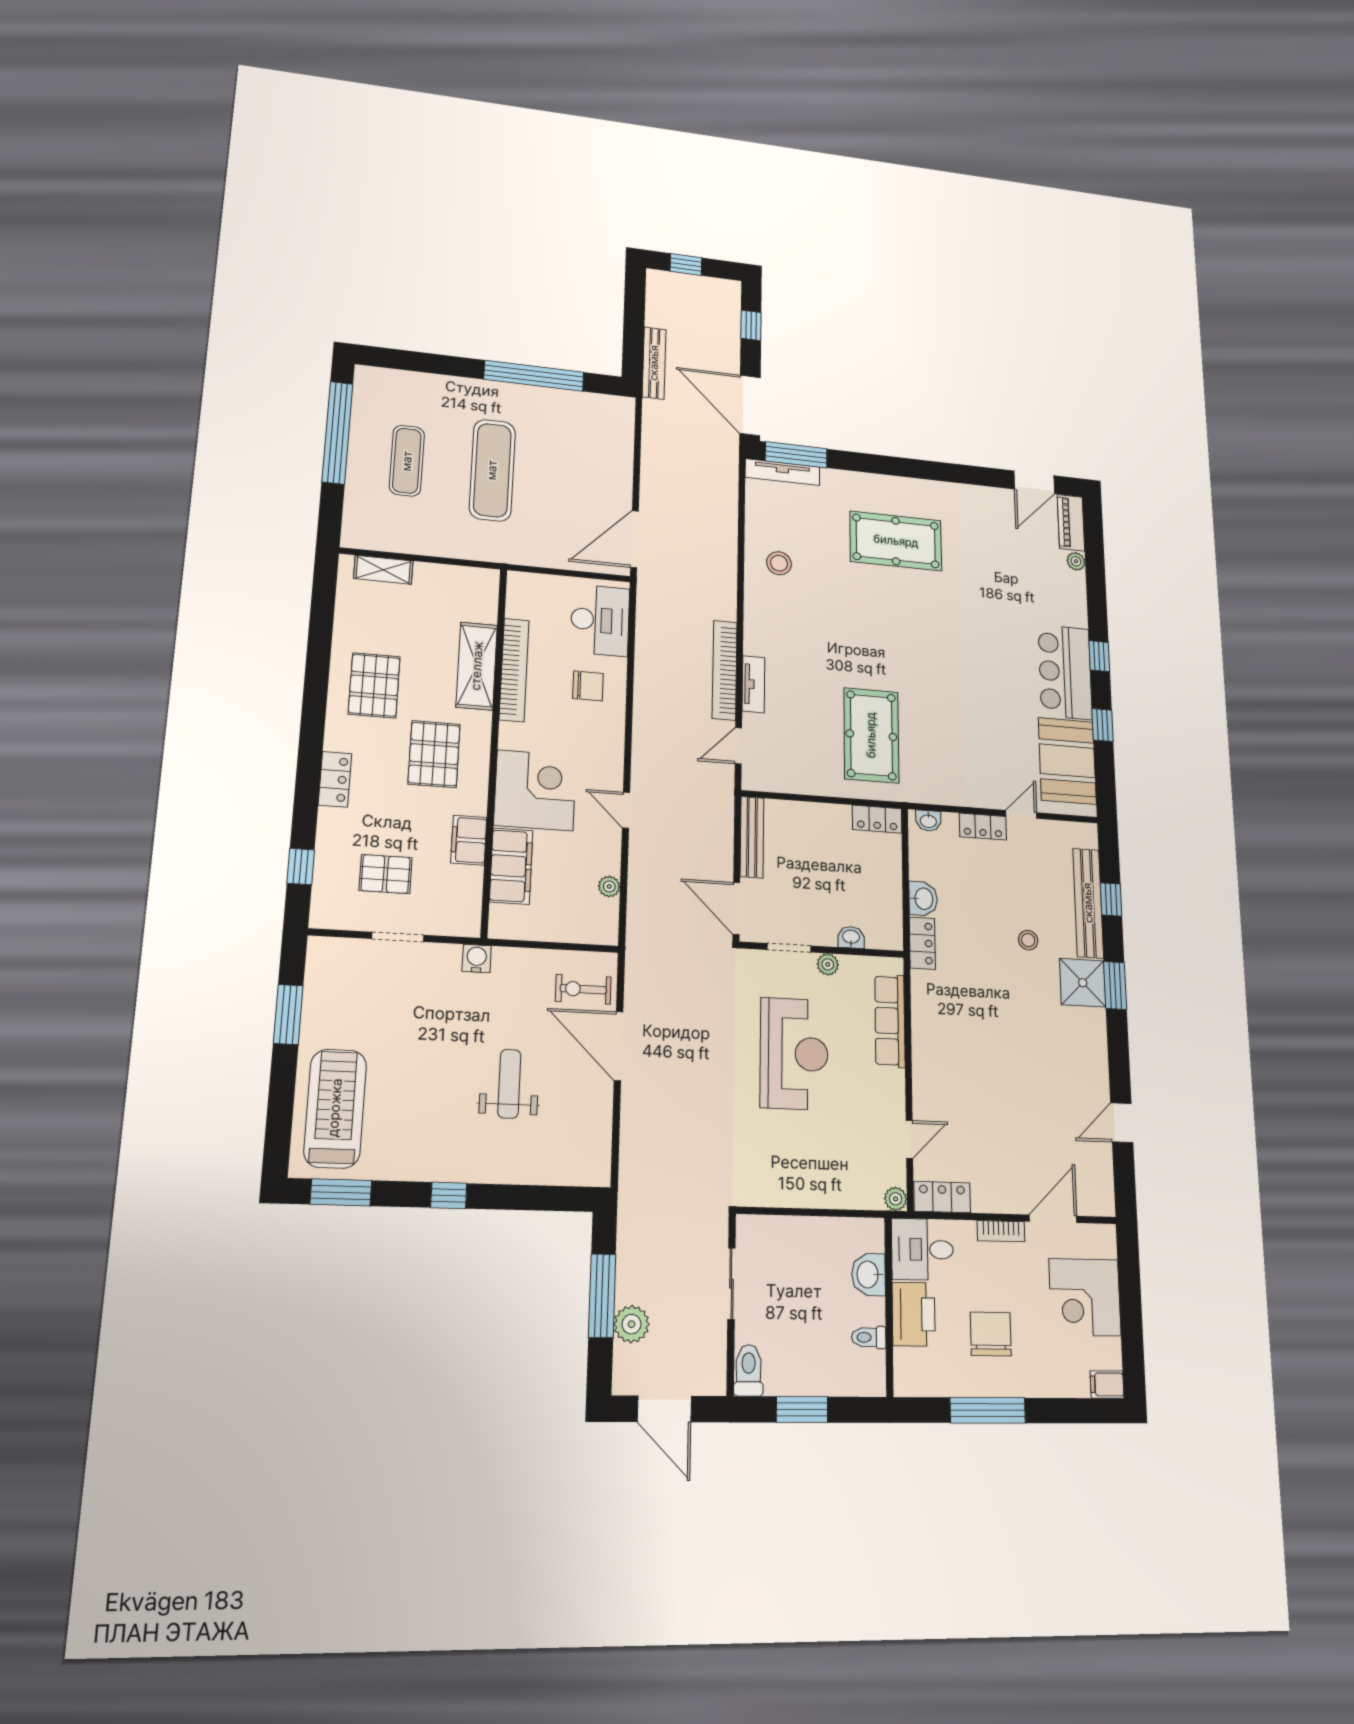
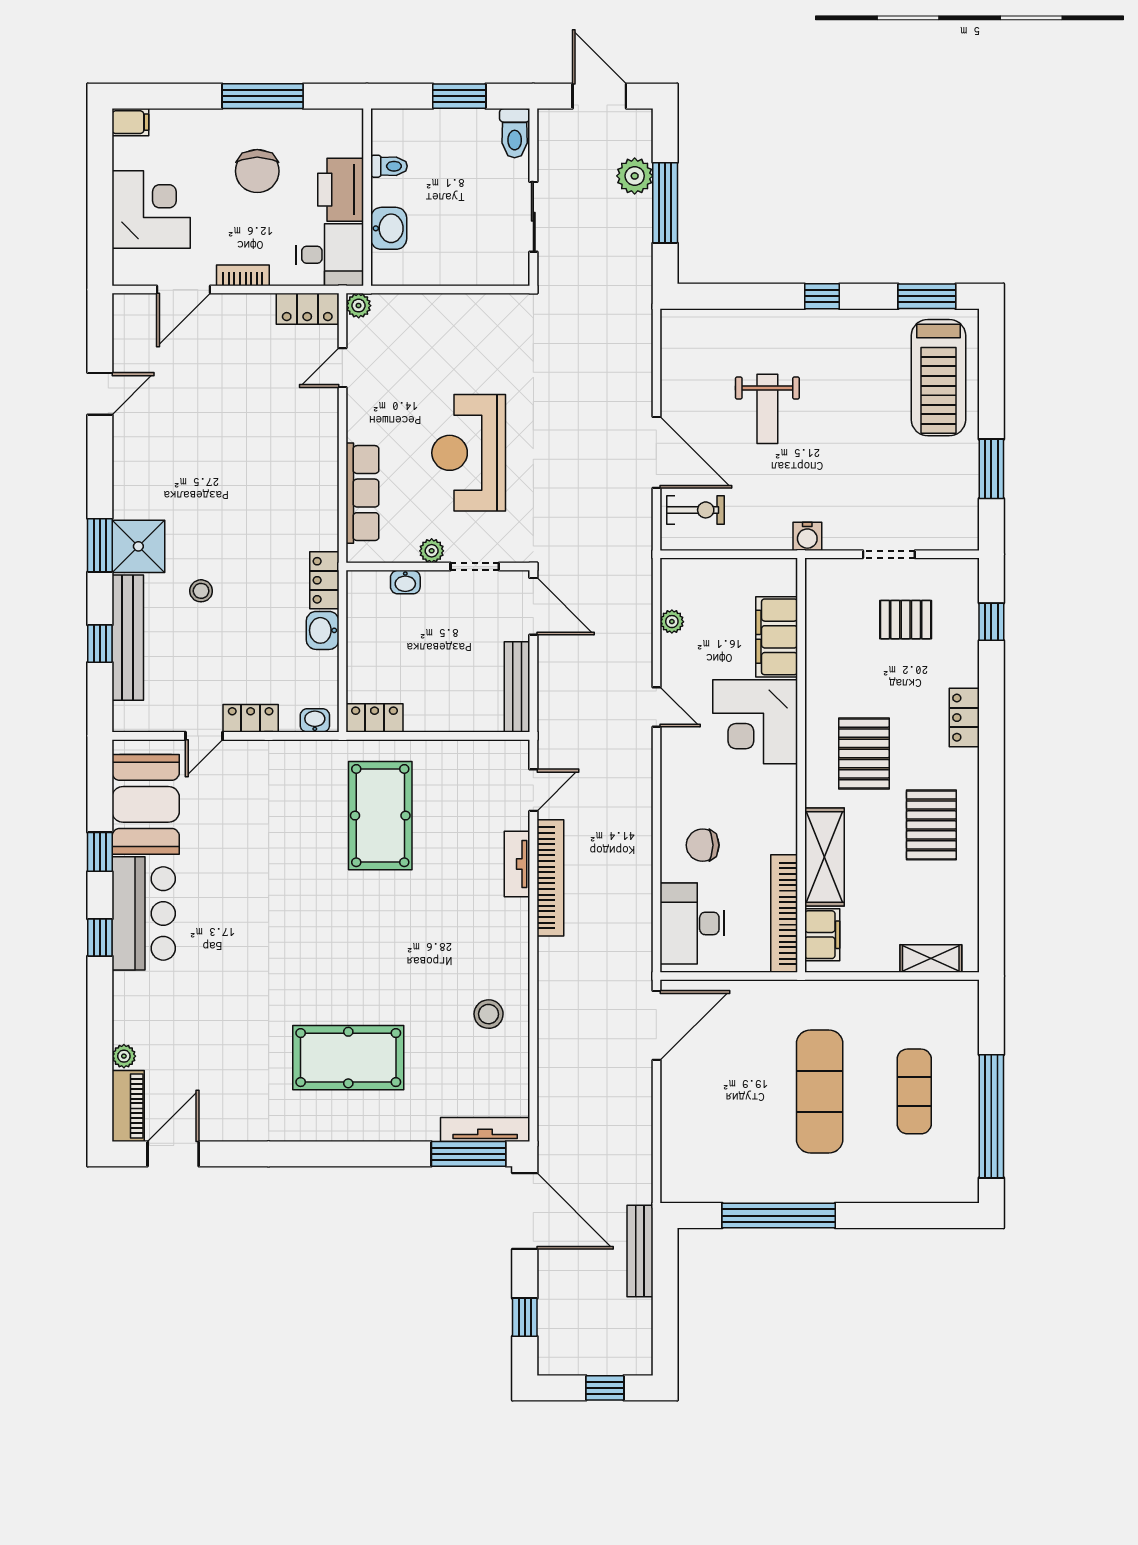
bookcase: (514, 670) -> (784, 913), moved
filing cabinet: (469, 840) -> (822, 935), moved

